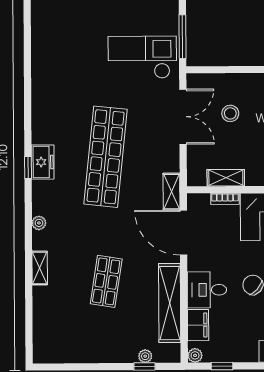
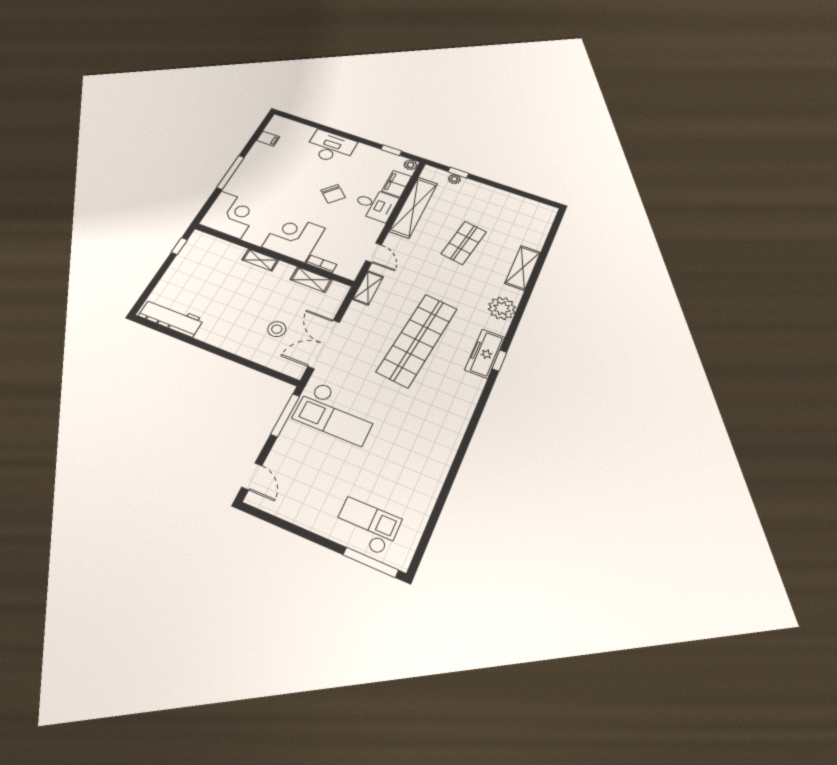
freezer: (43, 162) -> (485, 354), width x1.40
plant: (39, 223) -> (502, 308), width x1.87, depth x1.87
door: (184, 233) -> (374, 253), width x0.53
shelving: (40, 268) -> (523, 268), width x1.50, depth x1.33

